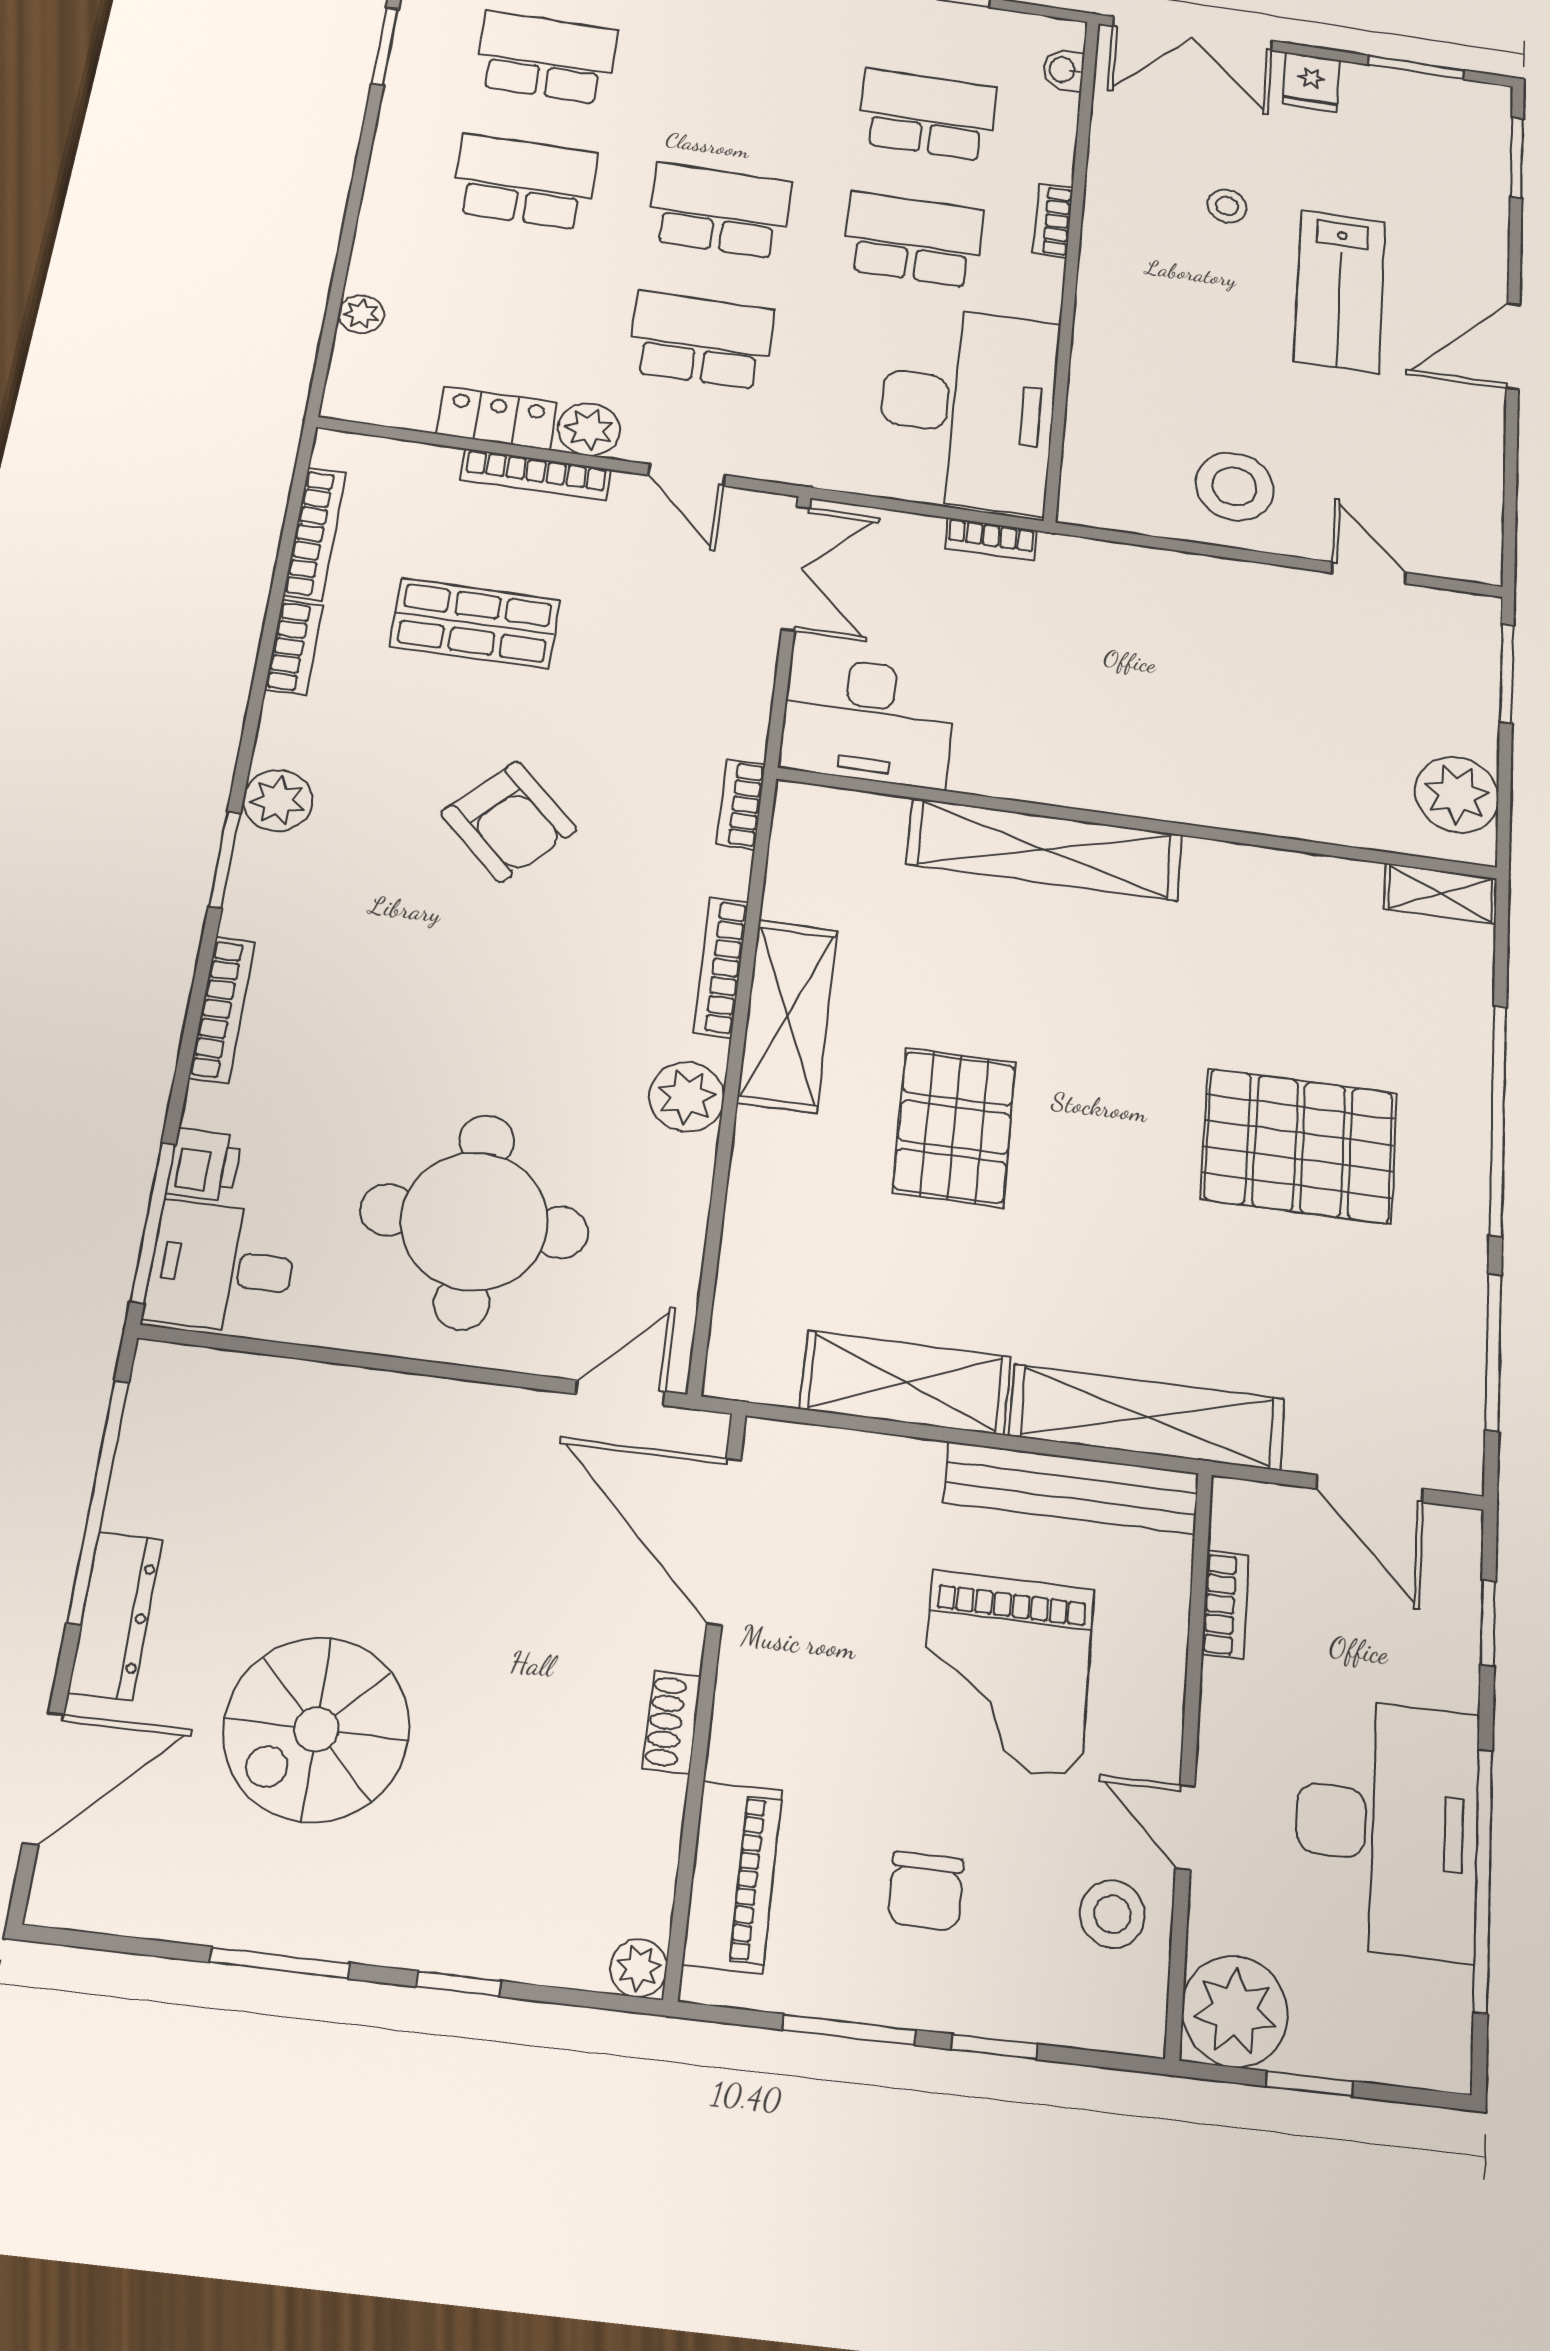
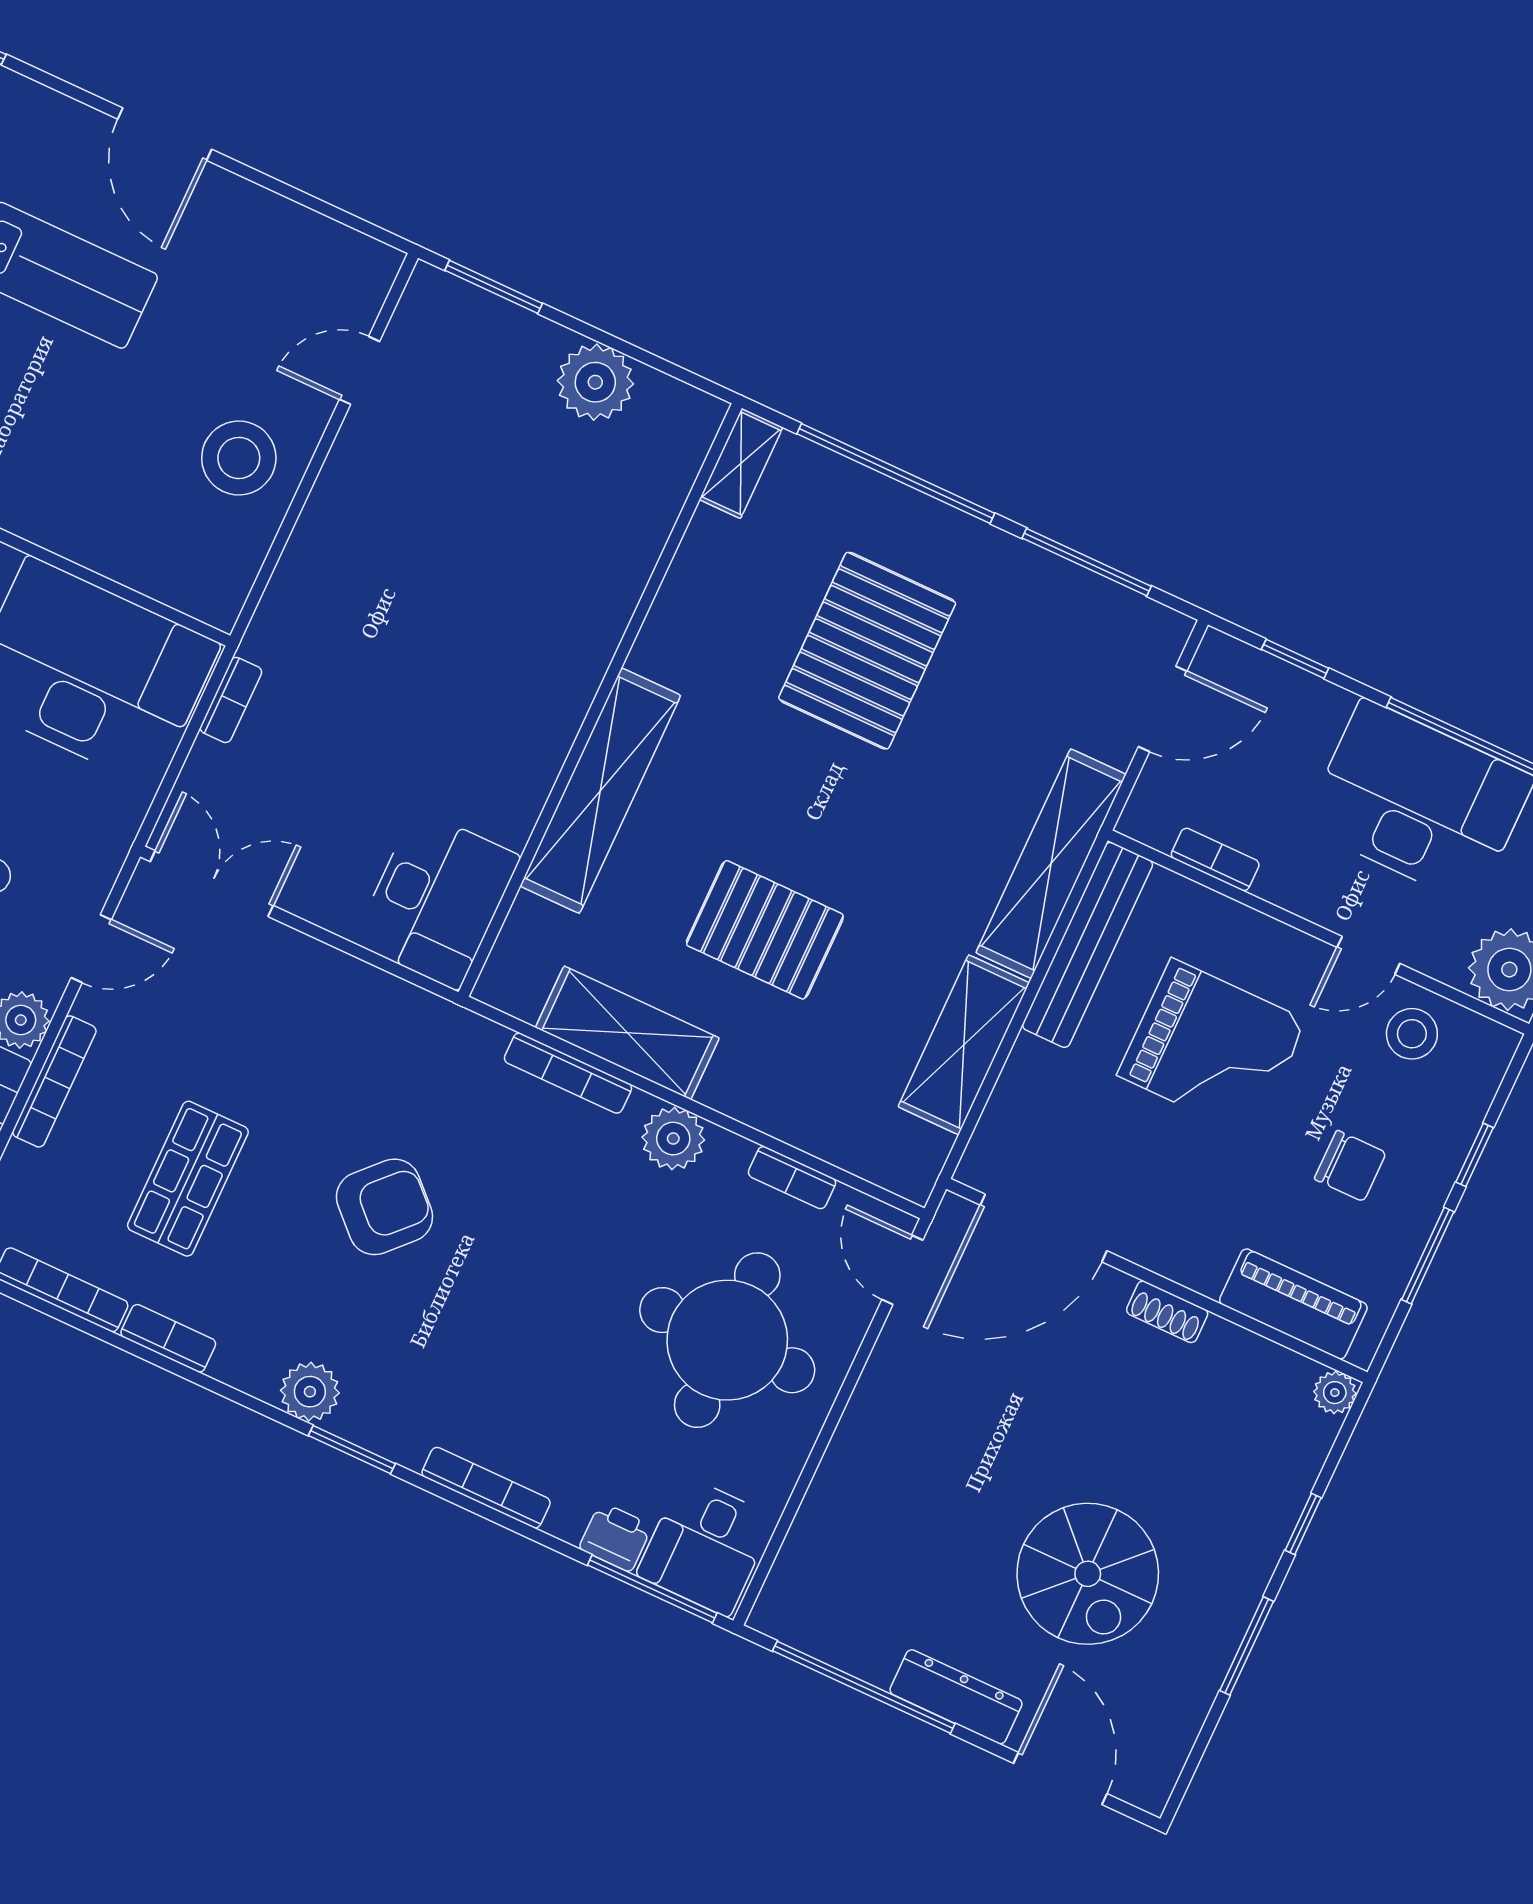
desk: (868, 721) -> (437, 899), moved
bookcase: (741, 804) -> (792, 1178), moved
wall: (1139, 823) -> (600, 700), moved
shelving: (1045, 849) -> (600, 791), moved
shelving: (1441, 894) -> (741, 463), moved

